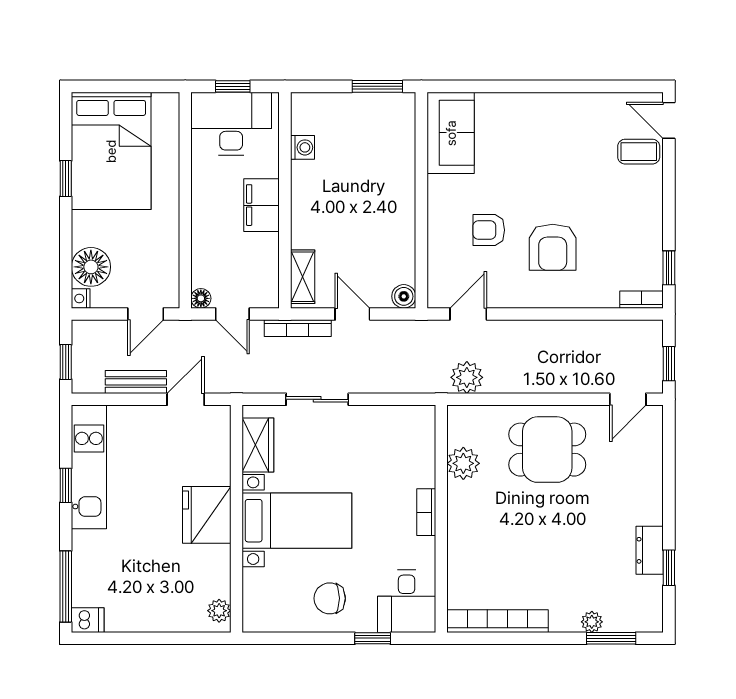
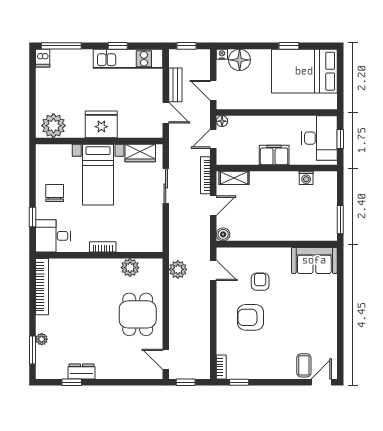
plant: (219, 611) -> (53, 126), width x1.87, depth x1.87

